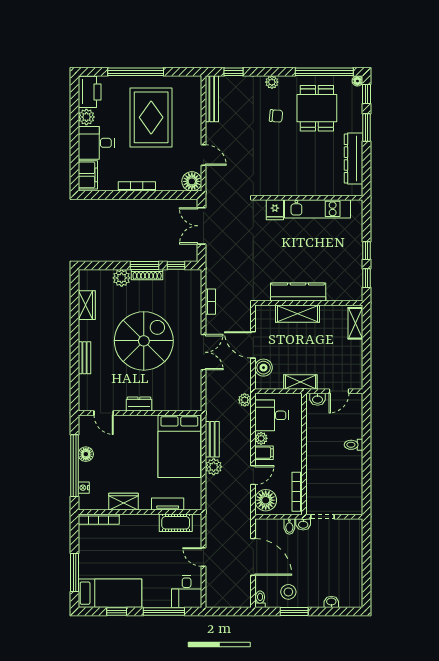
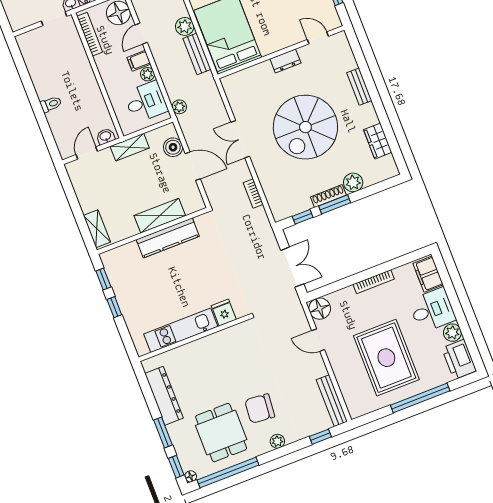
chair: (276, 116) -> (260, 409), width x1.87, depth x1.87

